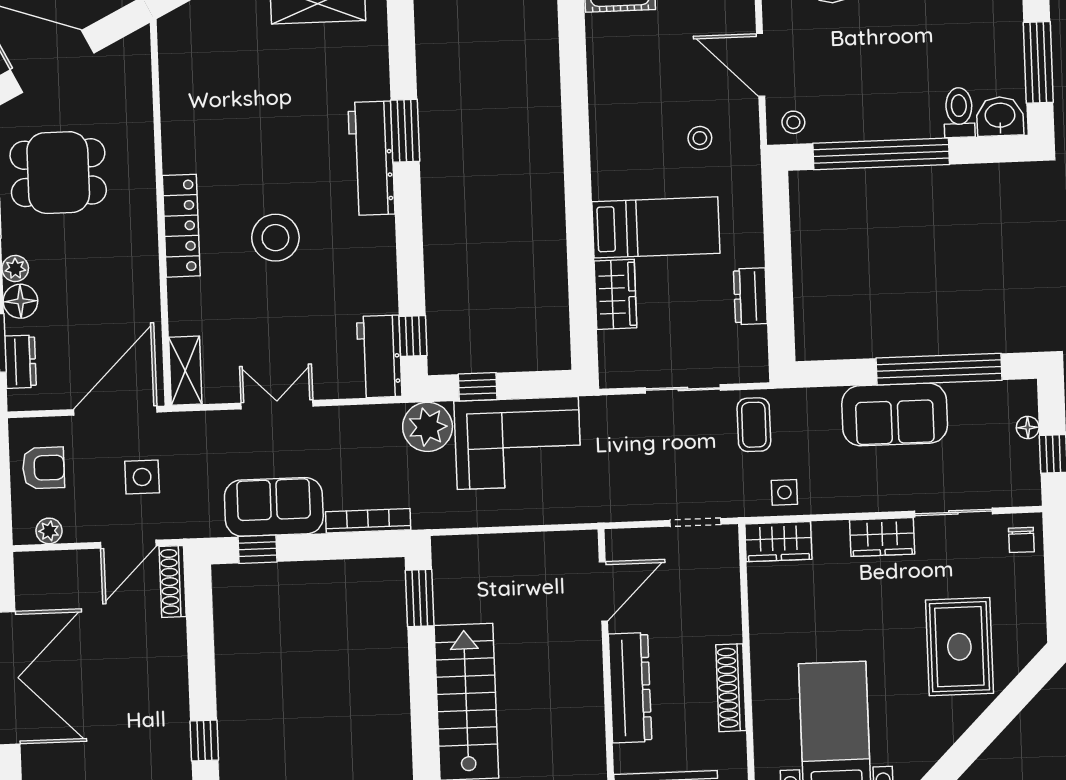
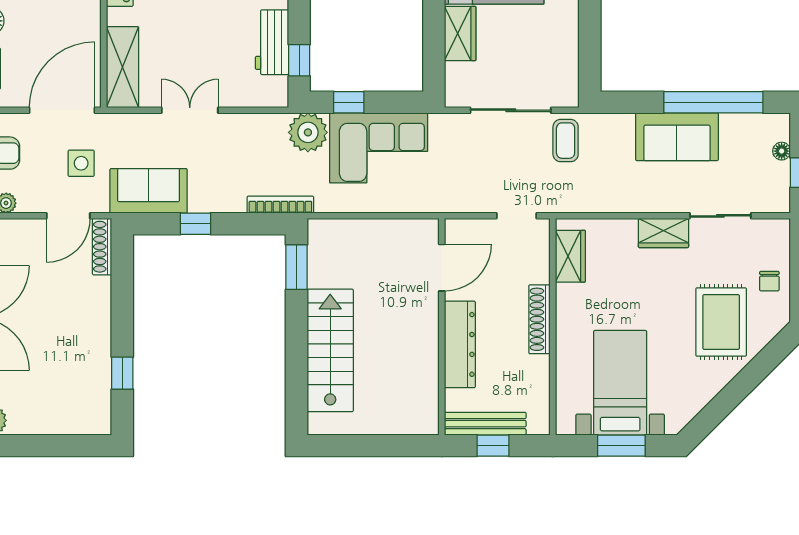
dresser: (750, 296) -> (567, 39), removed
workbench: (379, 356) -> (272, 42), moved
shelving: (185, 371) -> (123, 67), width x1.50, depth x1.33
sliding door: (683, 389) -> (511, 110), width x1.37
side table: (784, 492) -> (588, 195), removed
sofa: (274, 507) -> (149, 191), moved
bookcase: (368, 521) -> (280, 205), moved
chair: (1021, 540) -> (769, 281), moved
wardrobe: (778, 542) -> (570, 256), moved, turned -90
window: (257, 549) -> (195, 224), moved
shoe rack: (731, 688) -> (539, 319), moved

